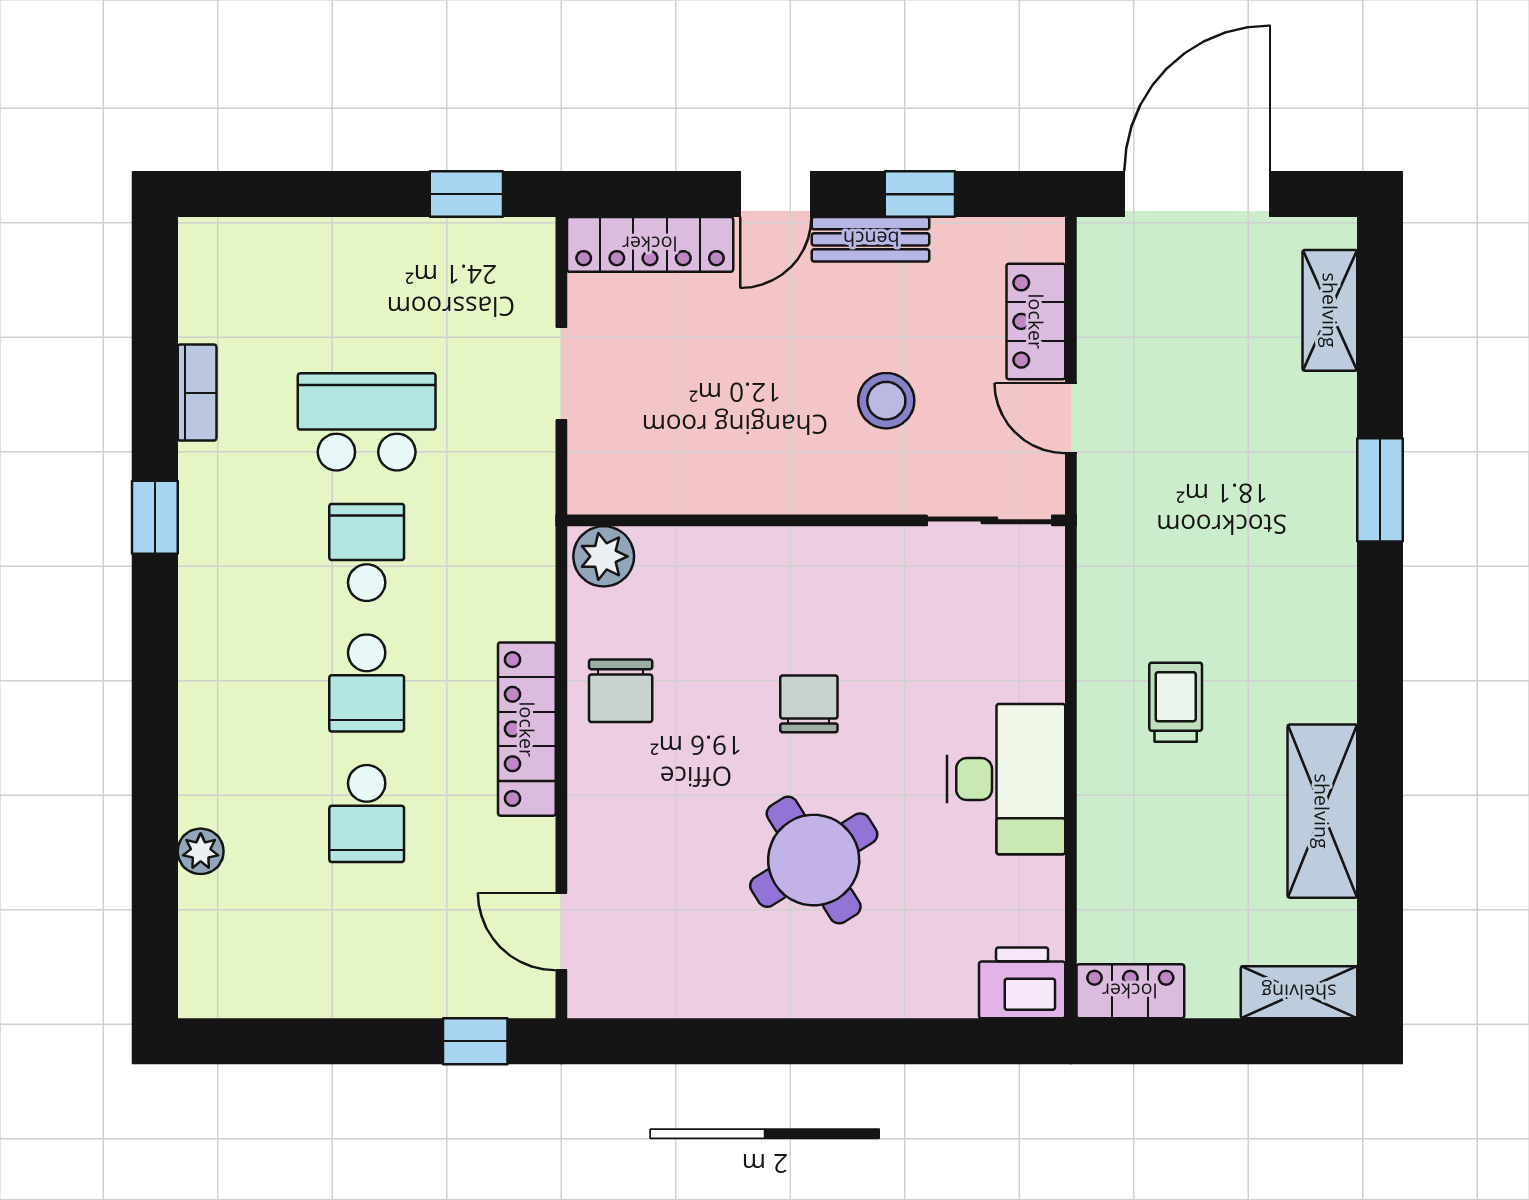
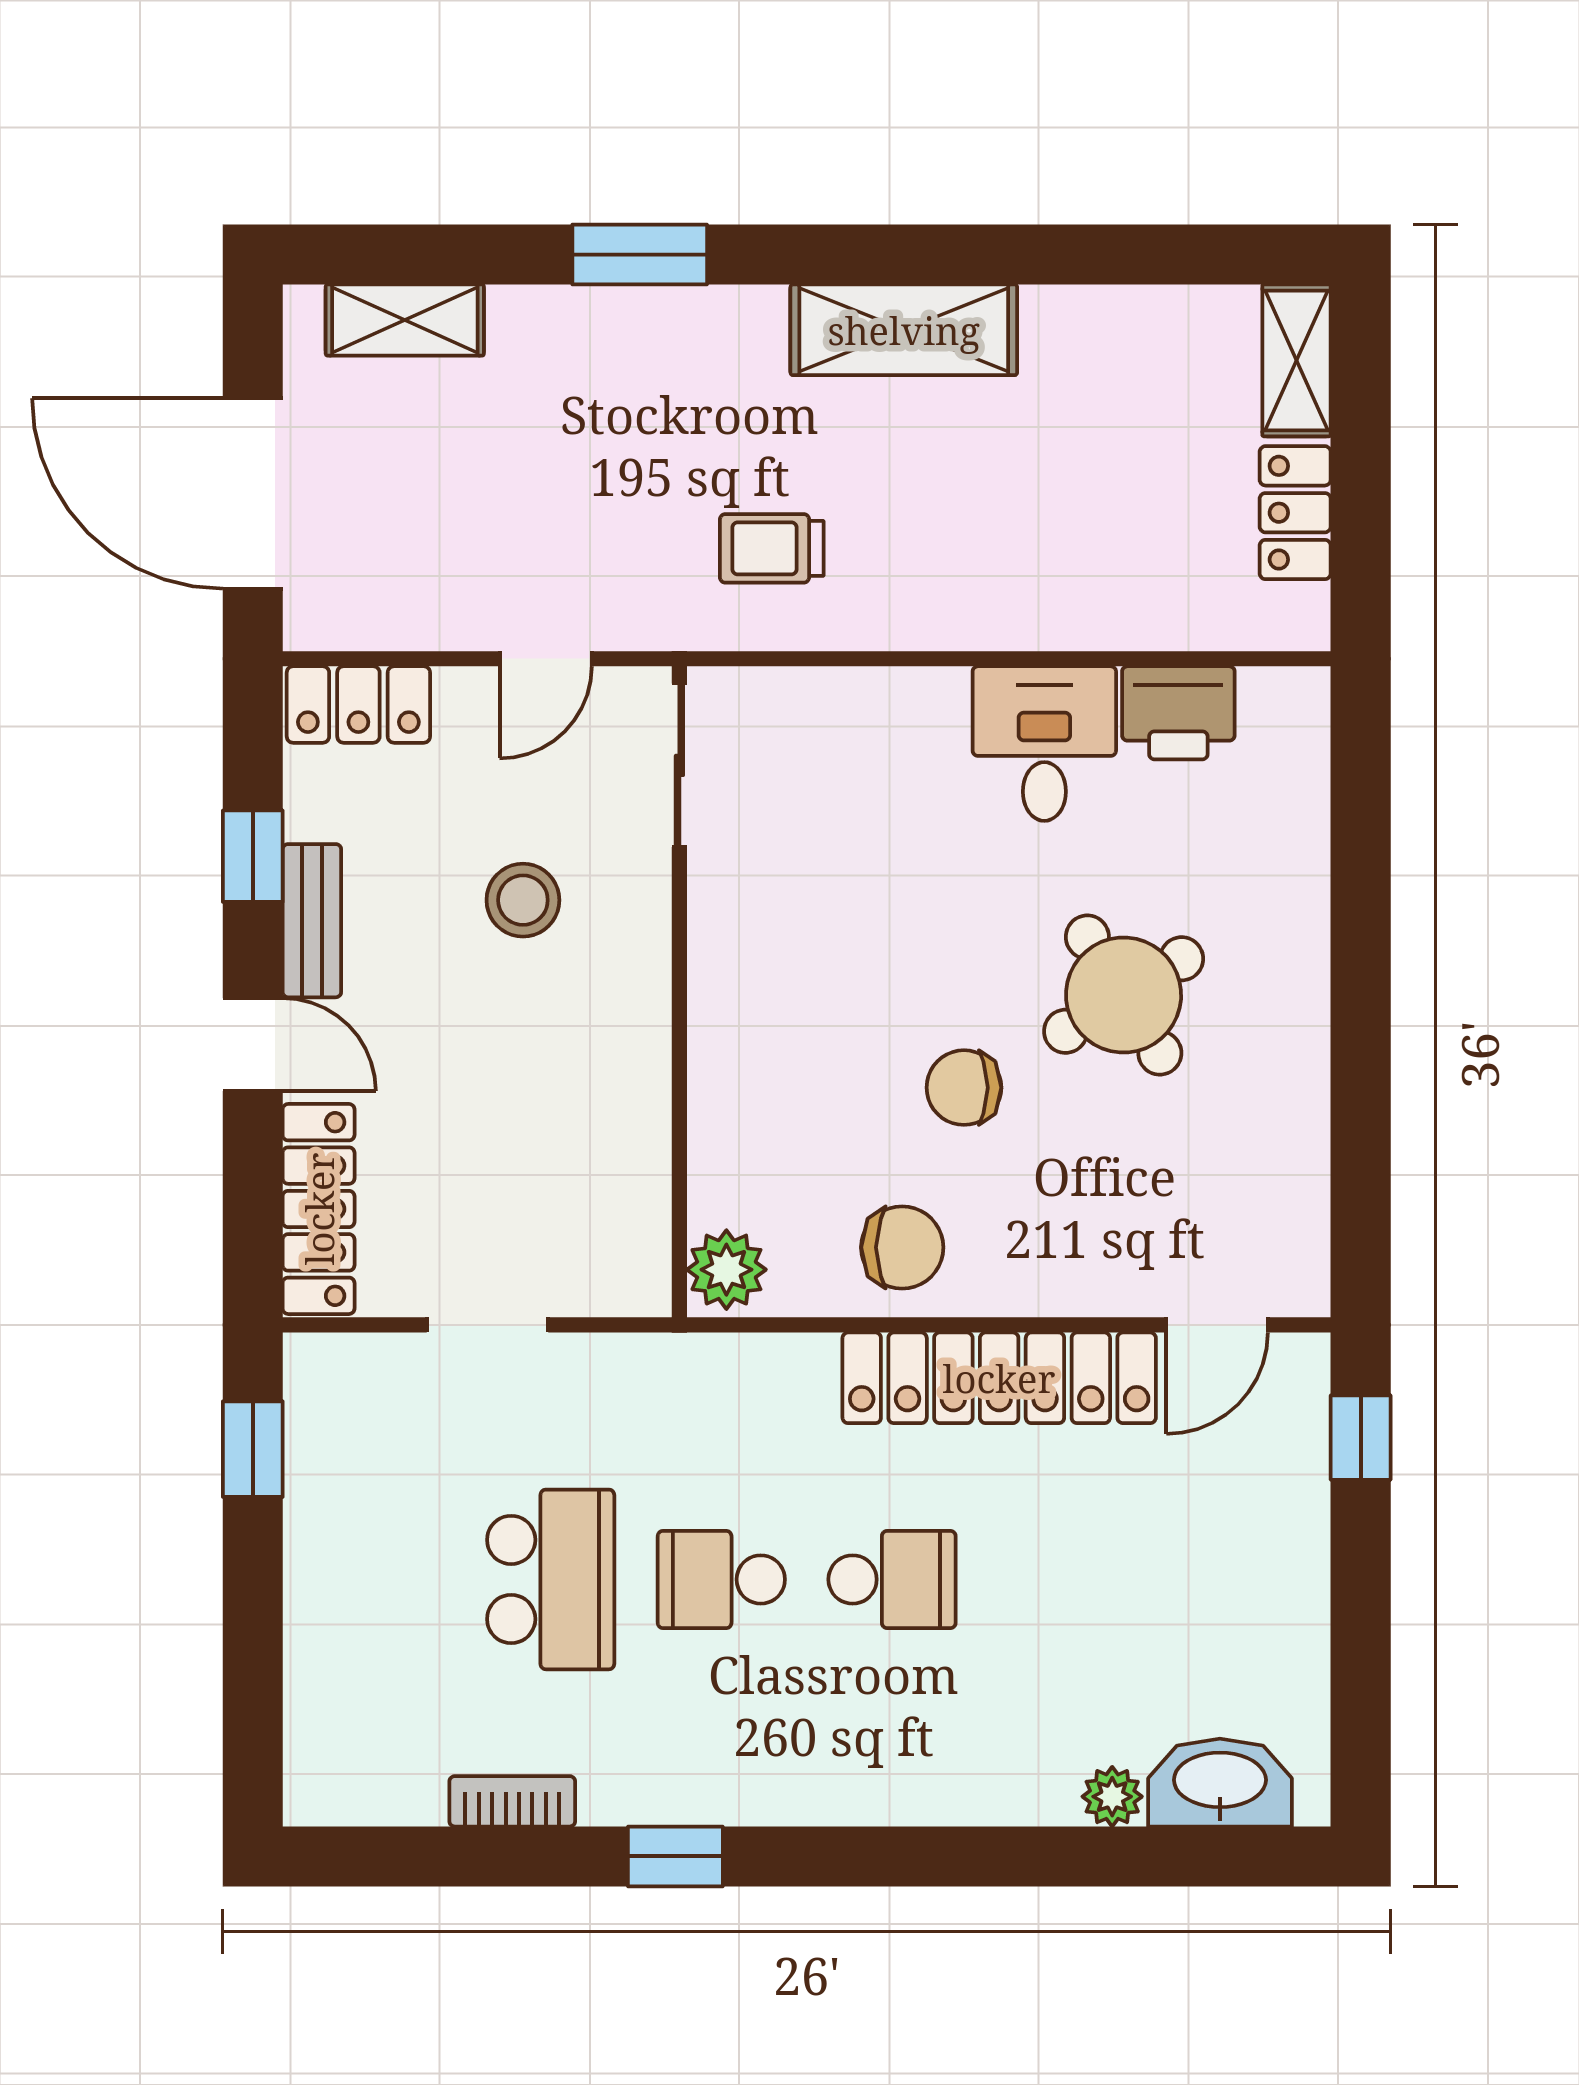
locker: (1036, 321) -> (358, 704), moved
school desk: (367, 422) -> (551, 1579), turned 180
trolley: (1176, 702) -> (772, 548), moved
chair: (809, 704) -> (964, 1088), moved
locker: (527, 729) -> (999, 1378), width x1.41, depth x1.21
desk: (1006, 779) -> (1044, 744), width x0.73
shelving: (1322, 811) -> (904, 330), moved
school desk: (367, 814) -> (1063, 1579), removed
washbasin: (211, 934) -> (1220, 1783), added
printer: (1022, 983) -> (1178, 713), moved, turned -90
locker: (1130, 991) -> (1295, 513), moved

